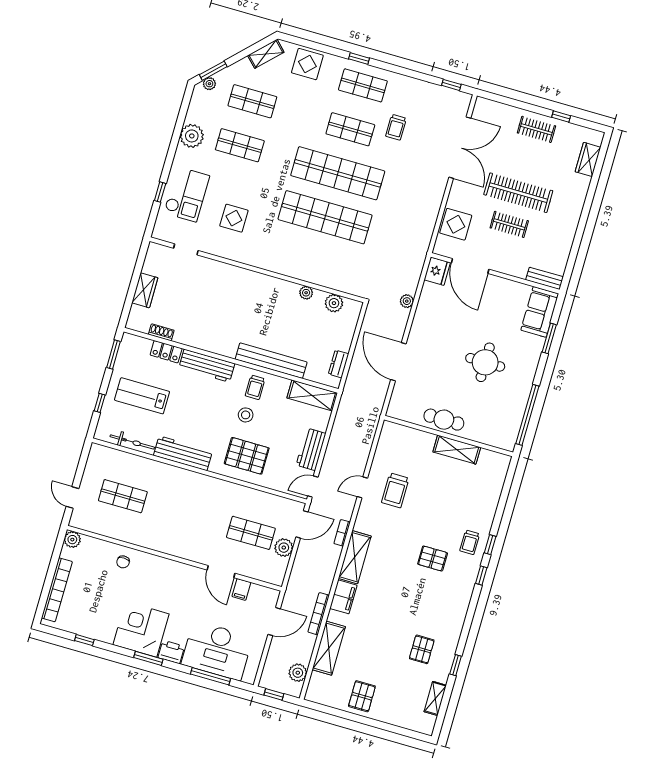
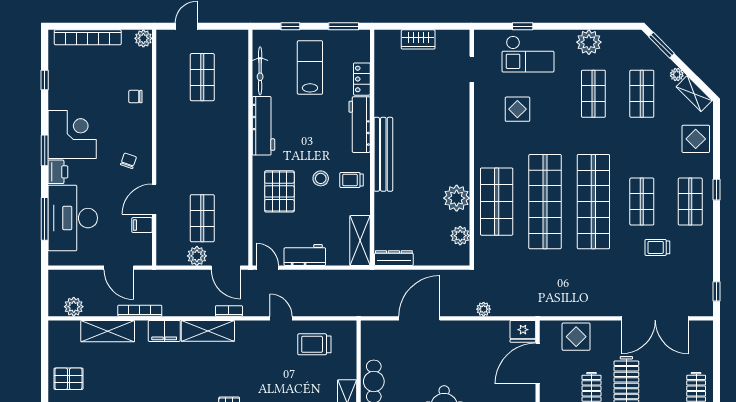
plant: (209, 84) -> (677, 74), moved
shop shelf: (312, 261) -> (497, 202), added
plant: (306, 293) -> (457, 198), width x1.88, depth x1.88
shoe rack: (161, 332) -> (380, 69), removed
bench: (271, 361) -> (383, 154), moved
dresser: (339, 364) -> (394, 258), width x1.44
trolley: (395, 490) -> (314, 344), moved
chair: (180, 585) -> (128, 161), added
window: (274, 694) -> (45, 289), removed

